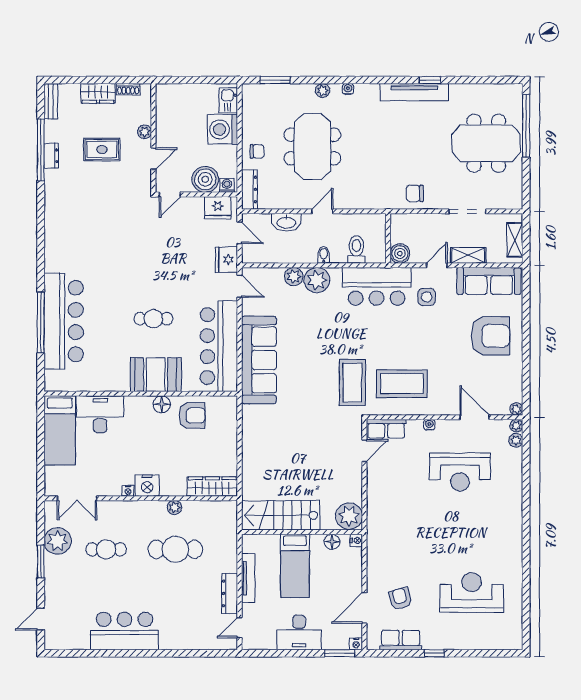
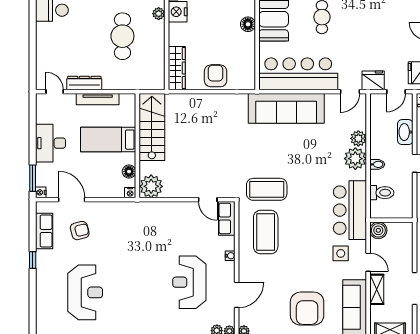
armchair: (192, 415) -> (216, 76), moved, turned 180
plant: (174, 507) -> (159, 14), moved

